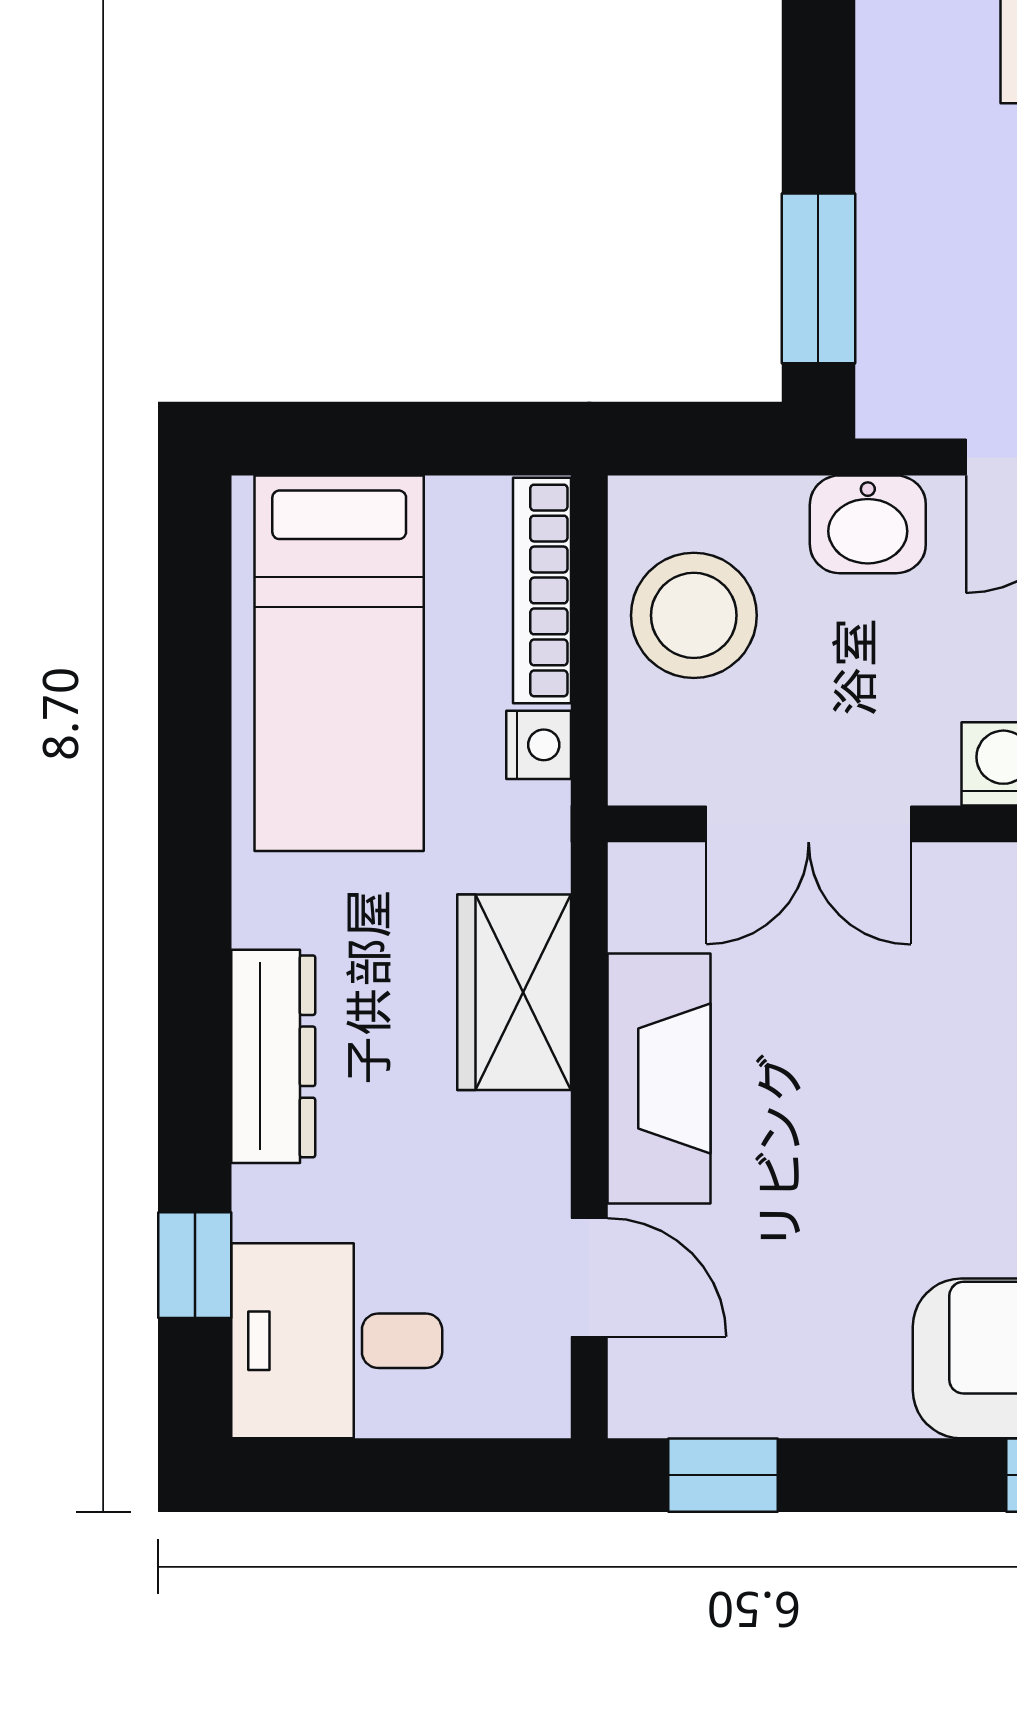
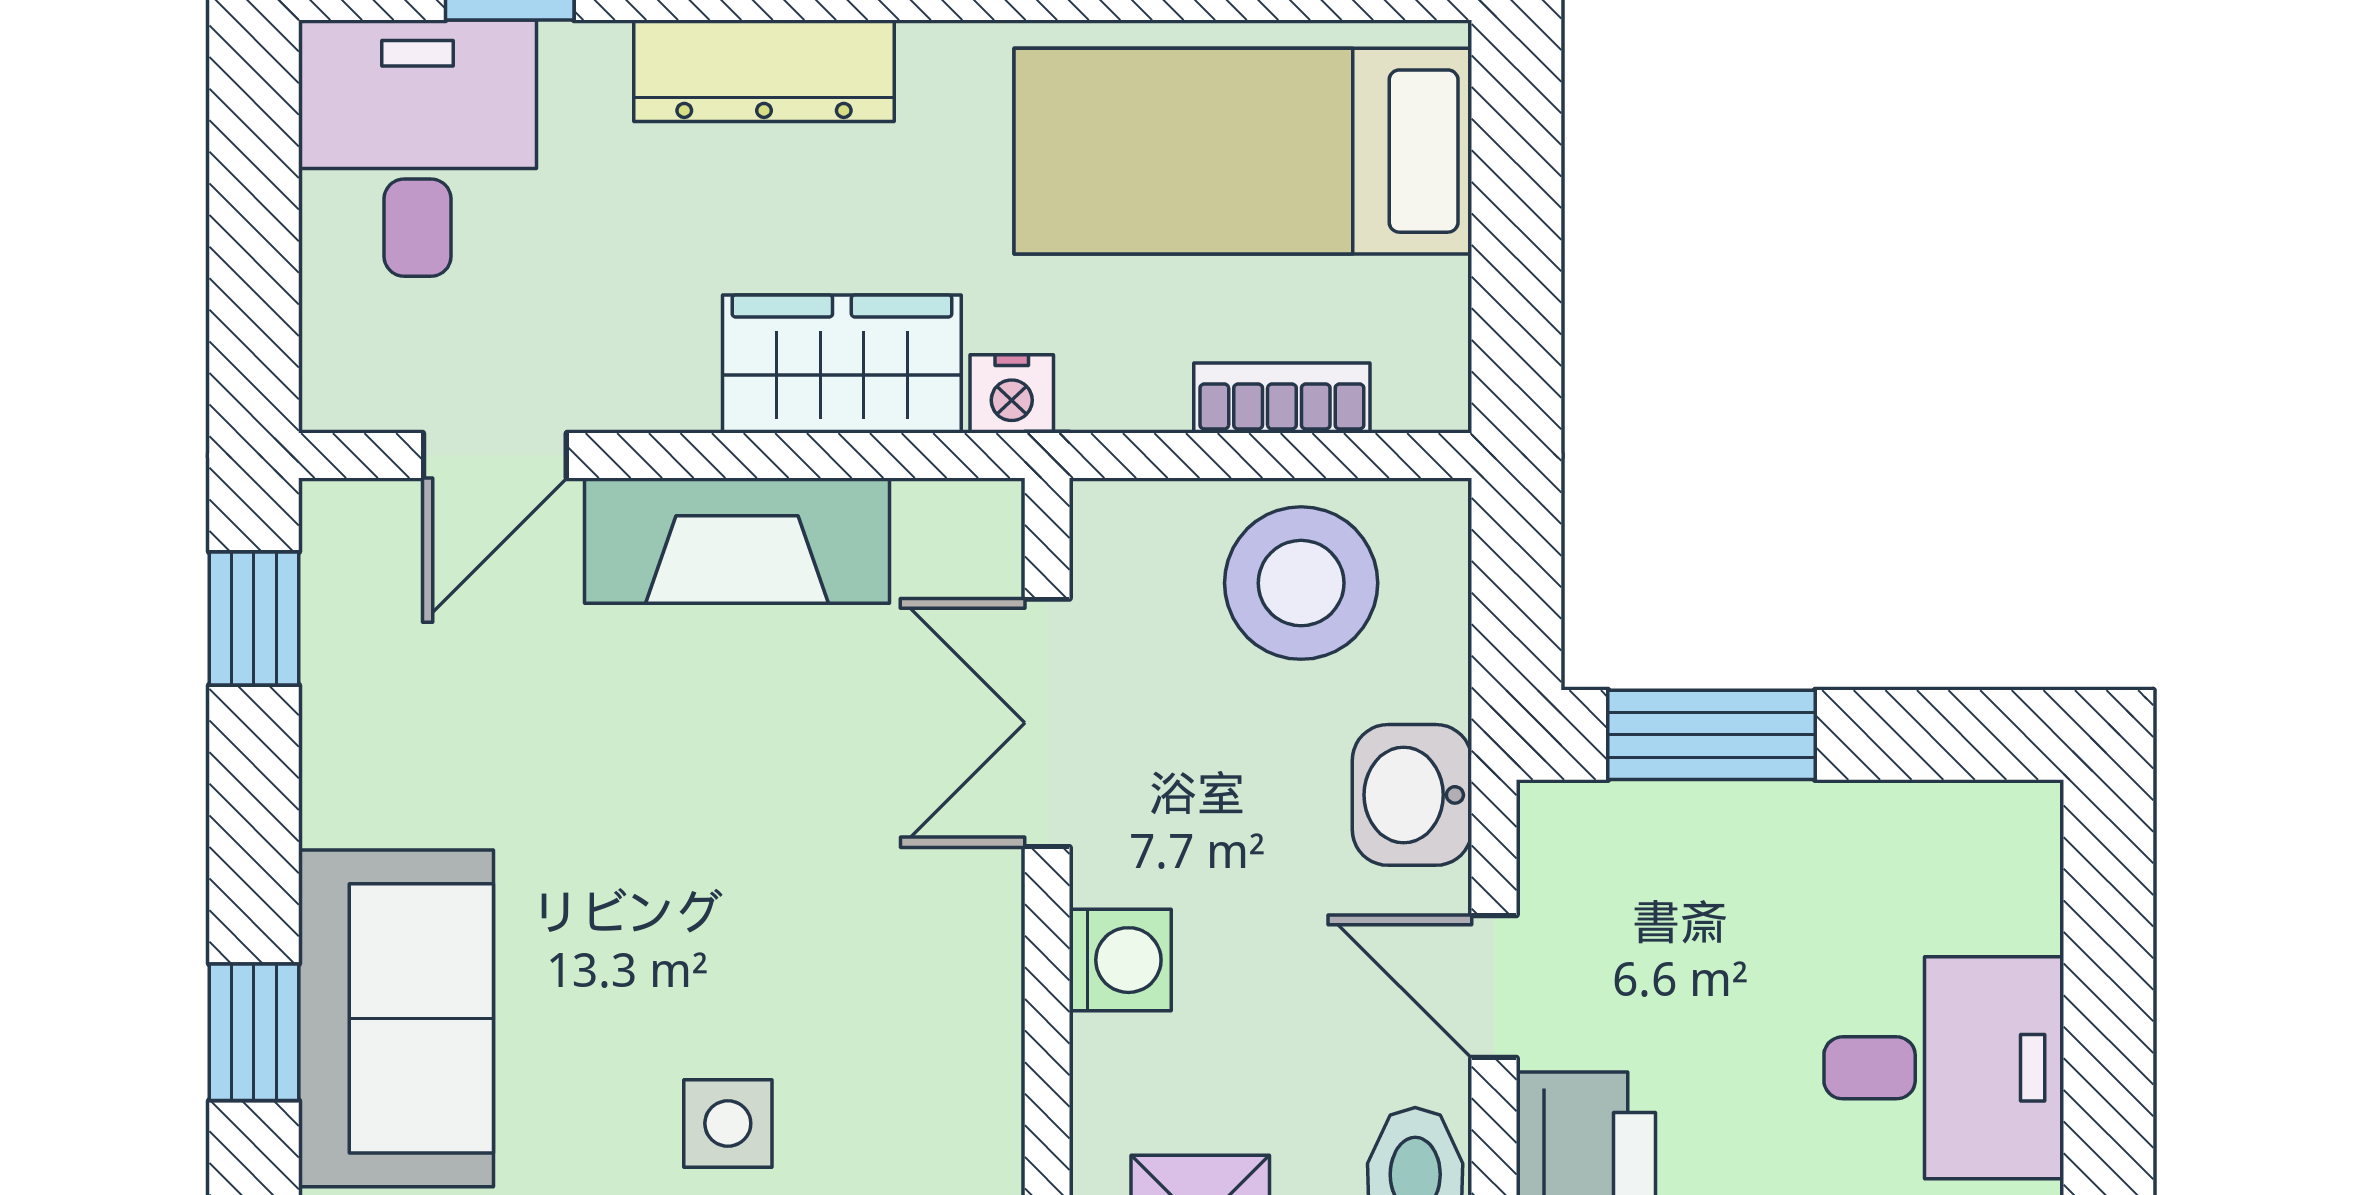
bookcase: (542, 590) -> (1282, 398), width x0.64
nightstand: (539, 745) -> (1012, 394), moved

